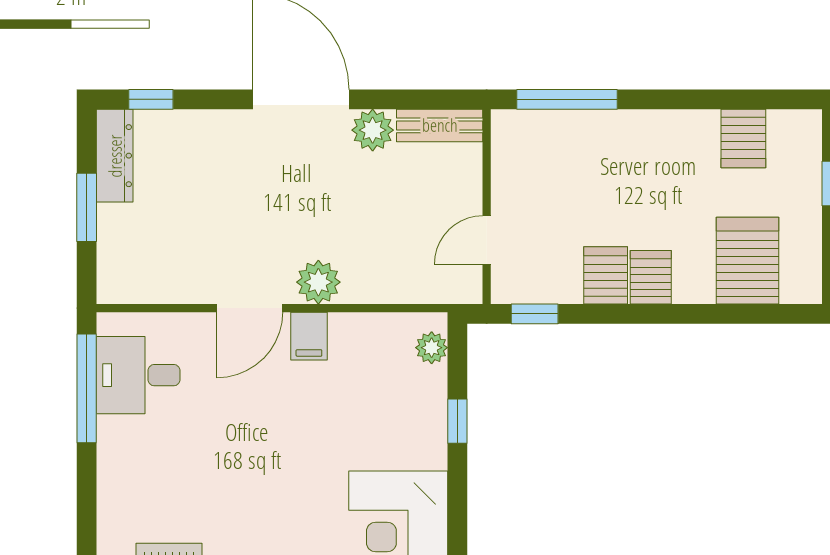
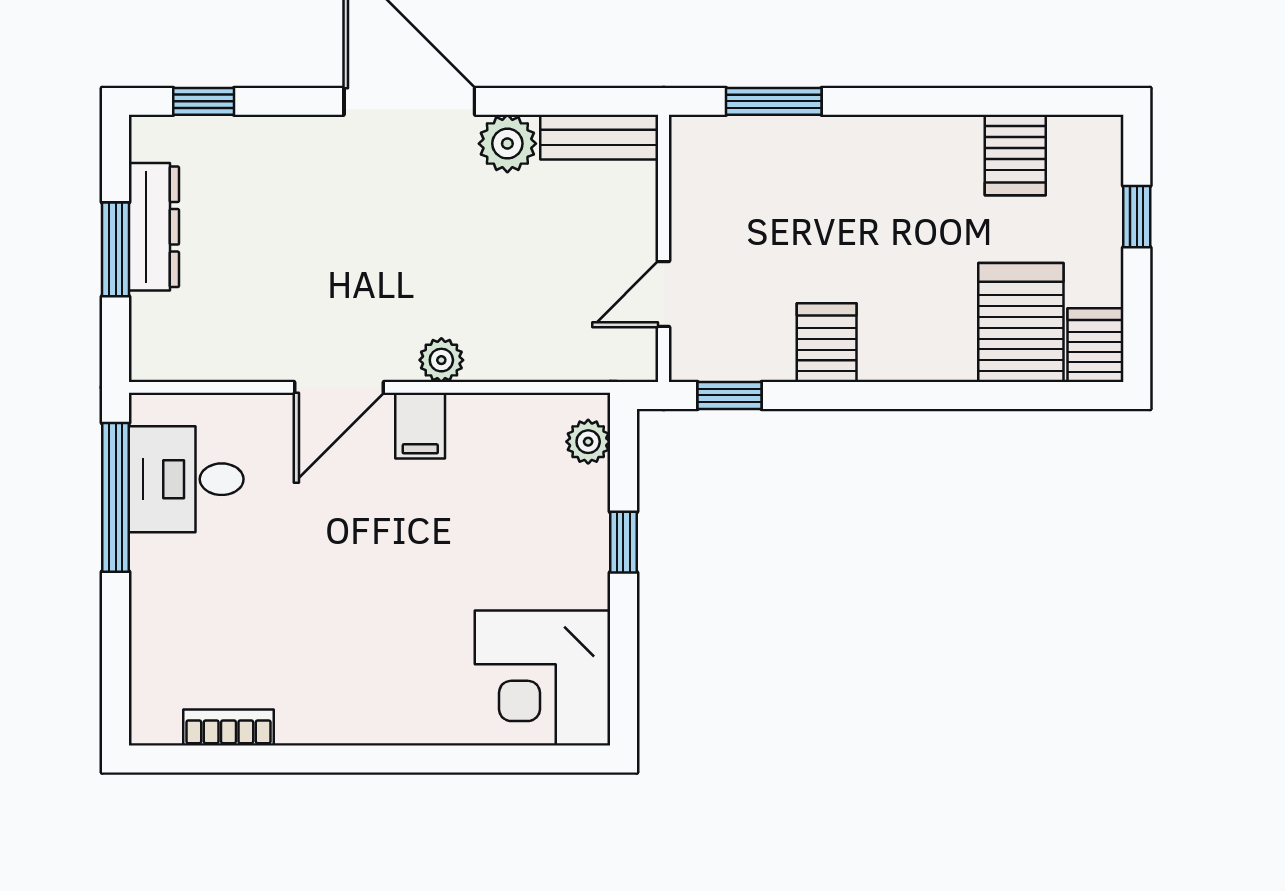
window: (567, 99) -> (774, 101), width x0.69
dresser: (115, 156) -> (154, 227), moved
server rack: (651, 277) -> (1096, 345), moved
plant: (318, 282) -> (441, 360), width x0.73, depth x0.73

